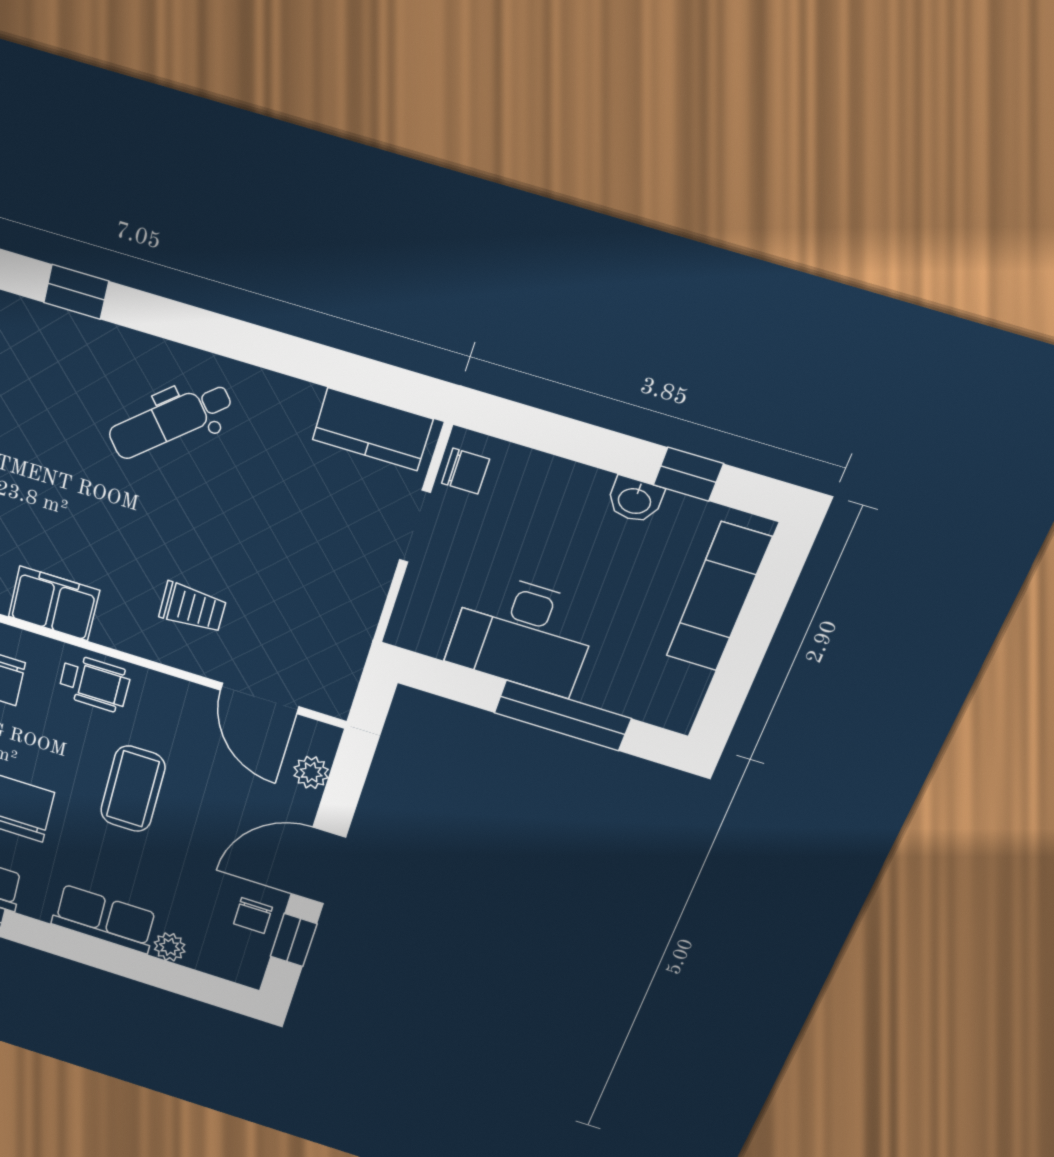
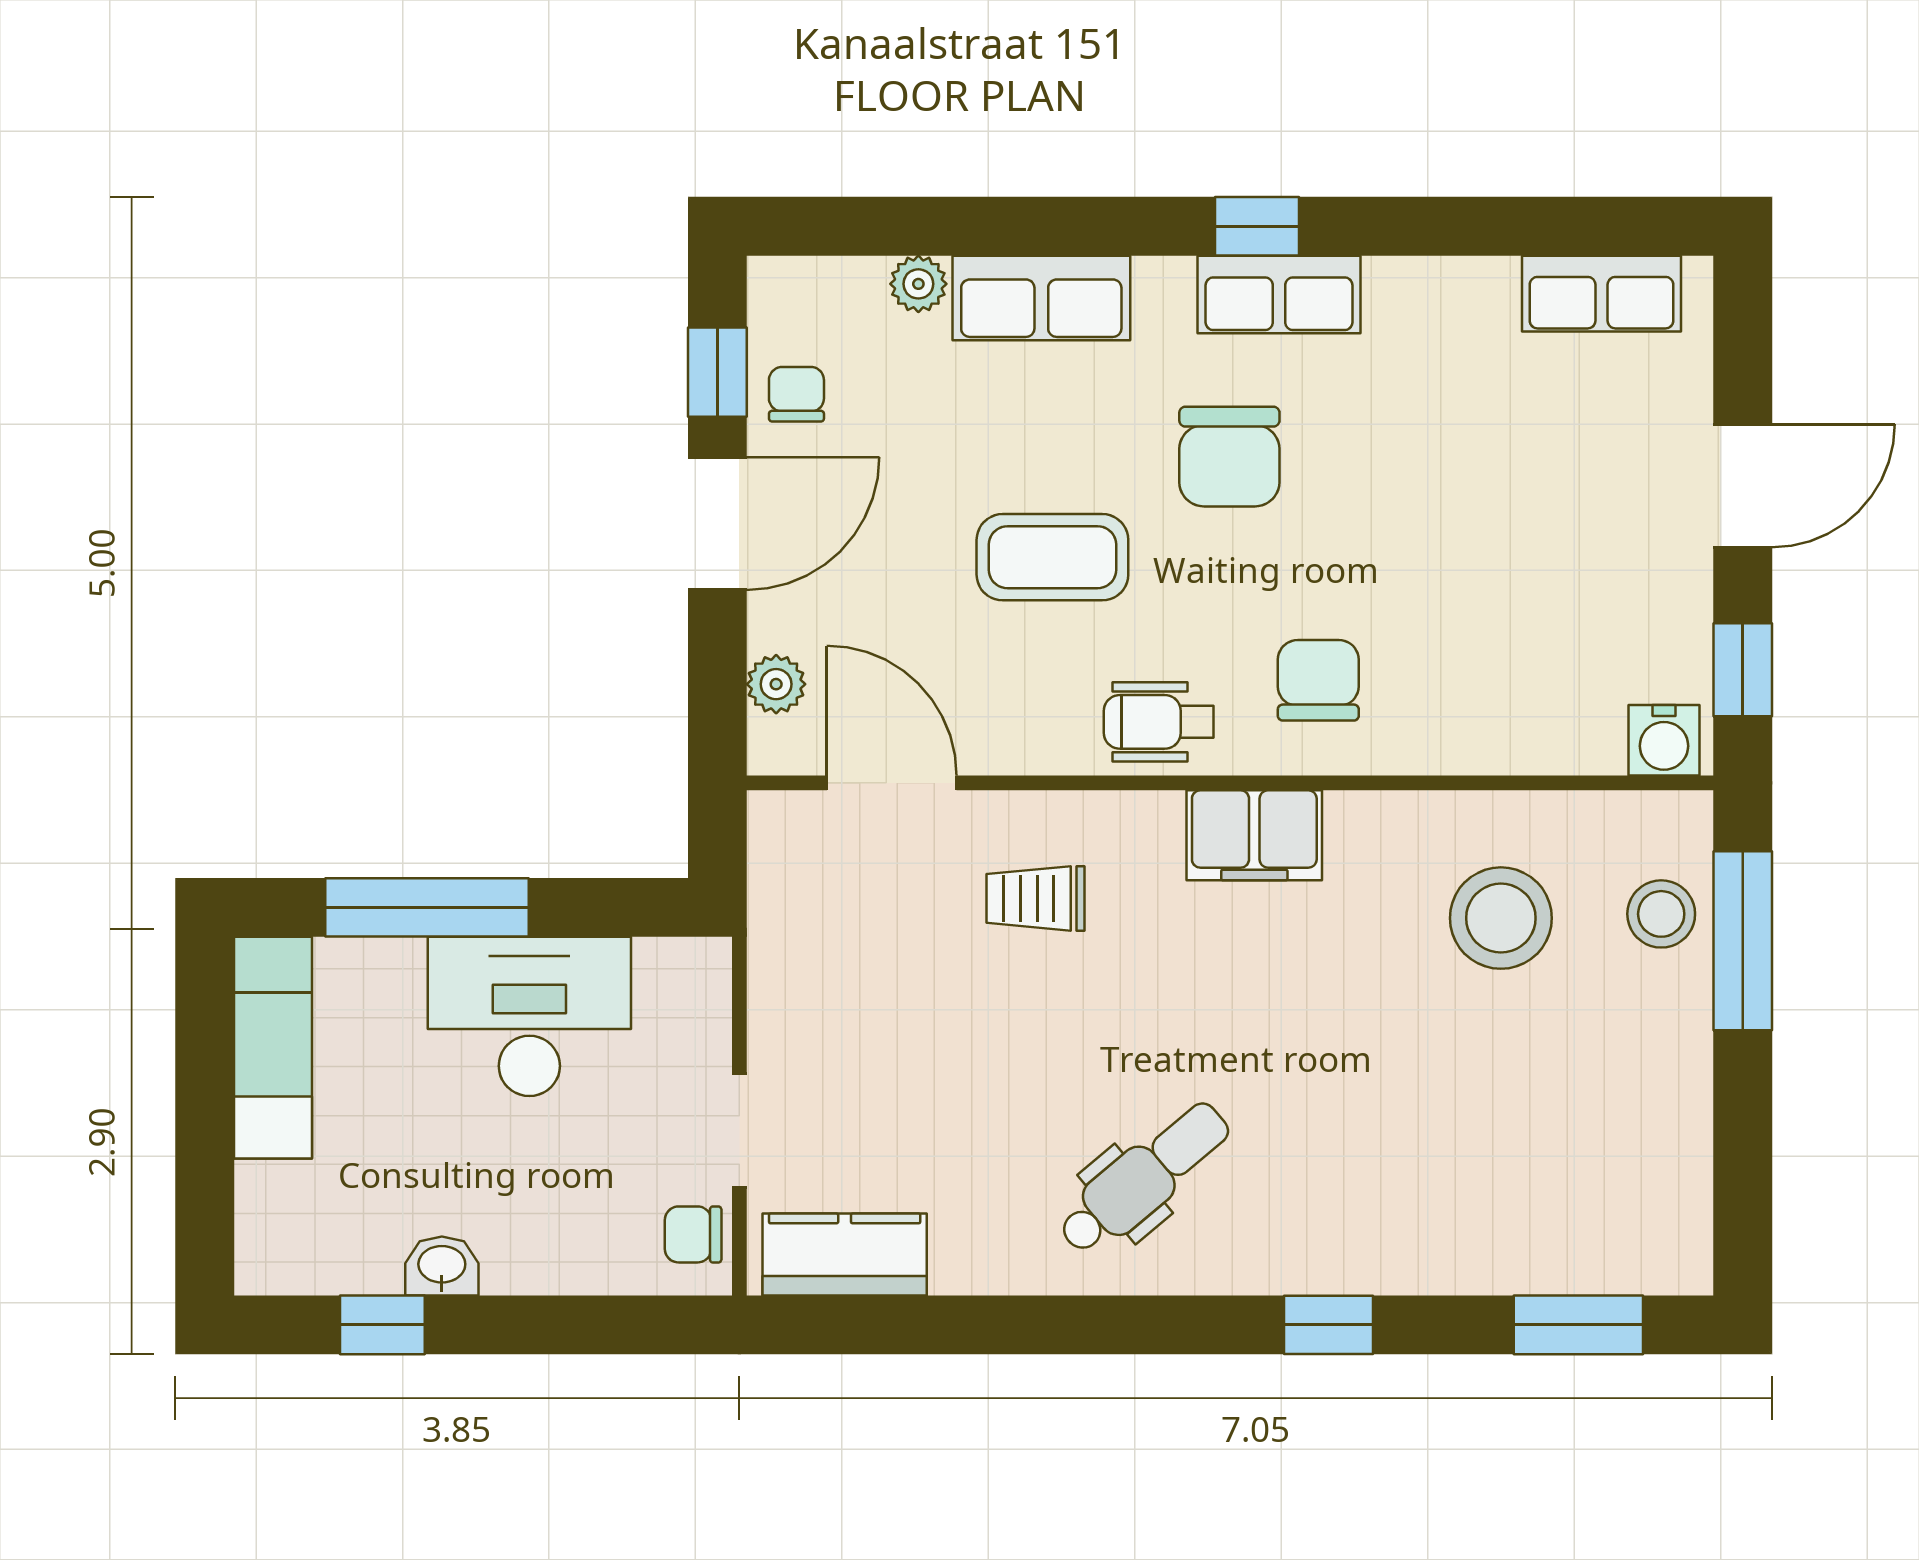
exam couch: (719, 597) -> (273, 1048), moved
coffee table: (133, 789) -> (1052, 557), turned 90

